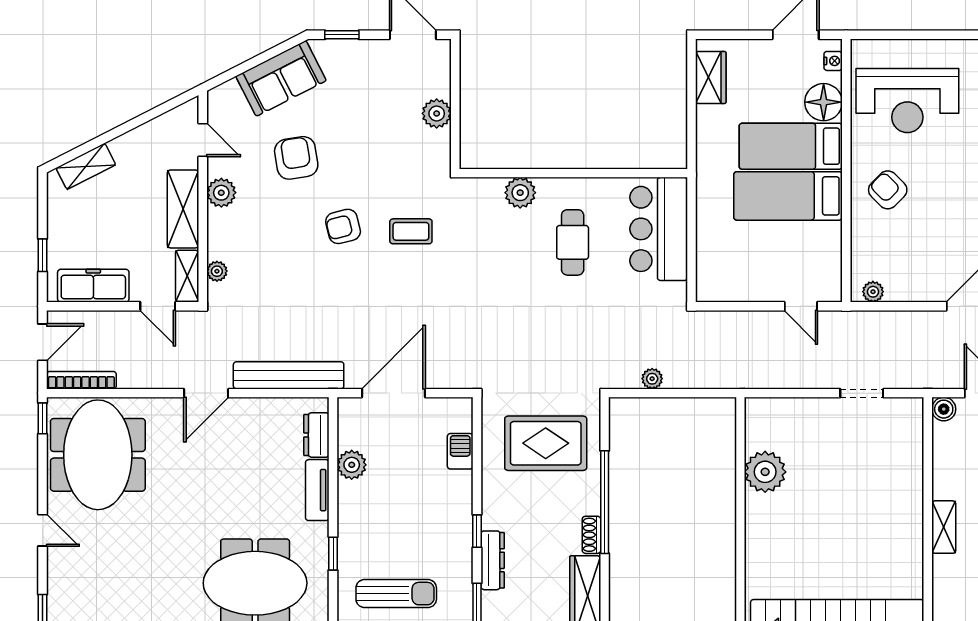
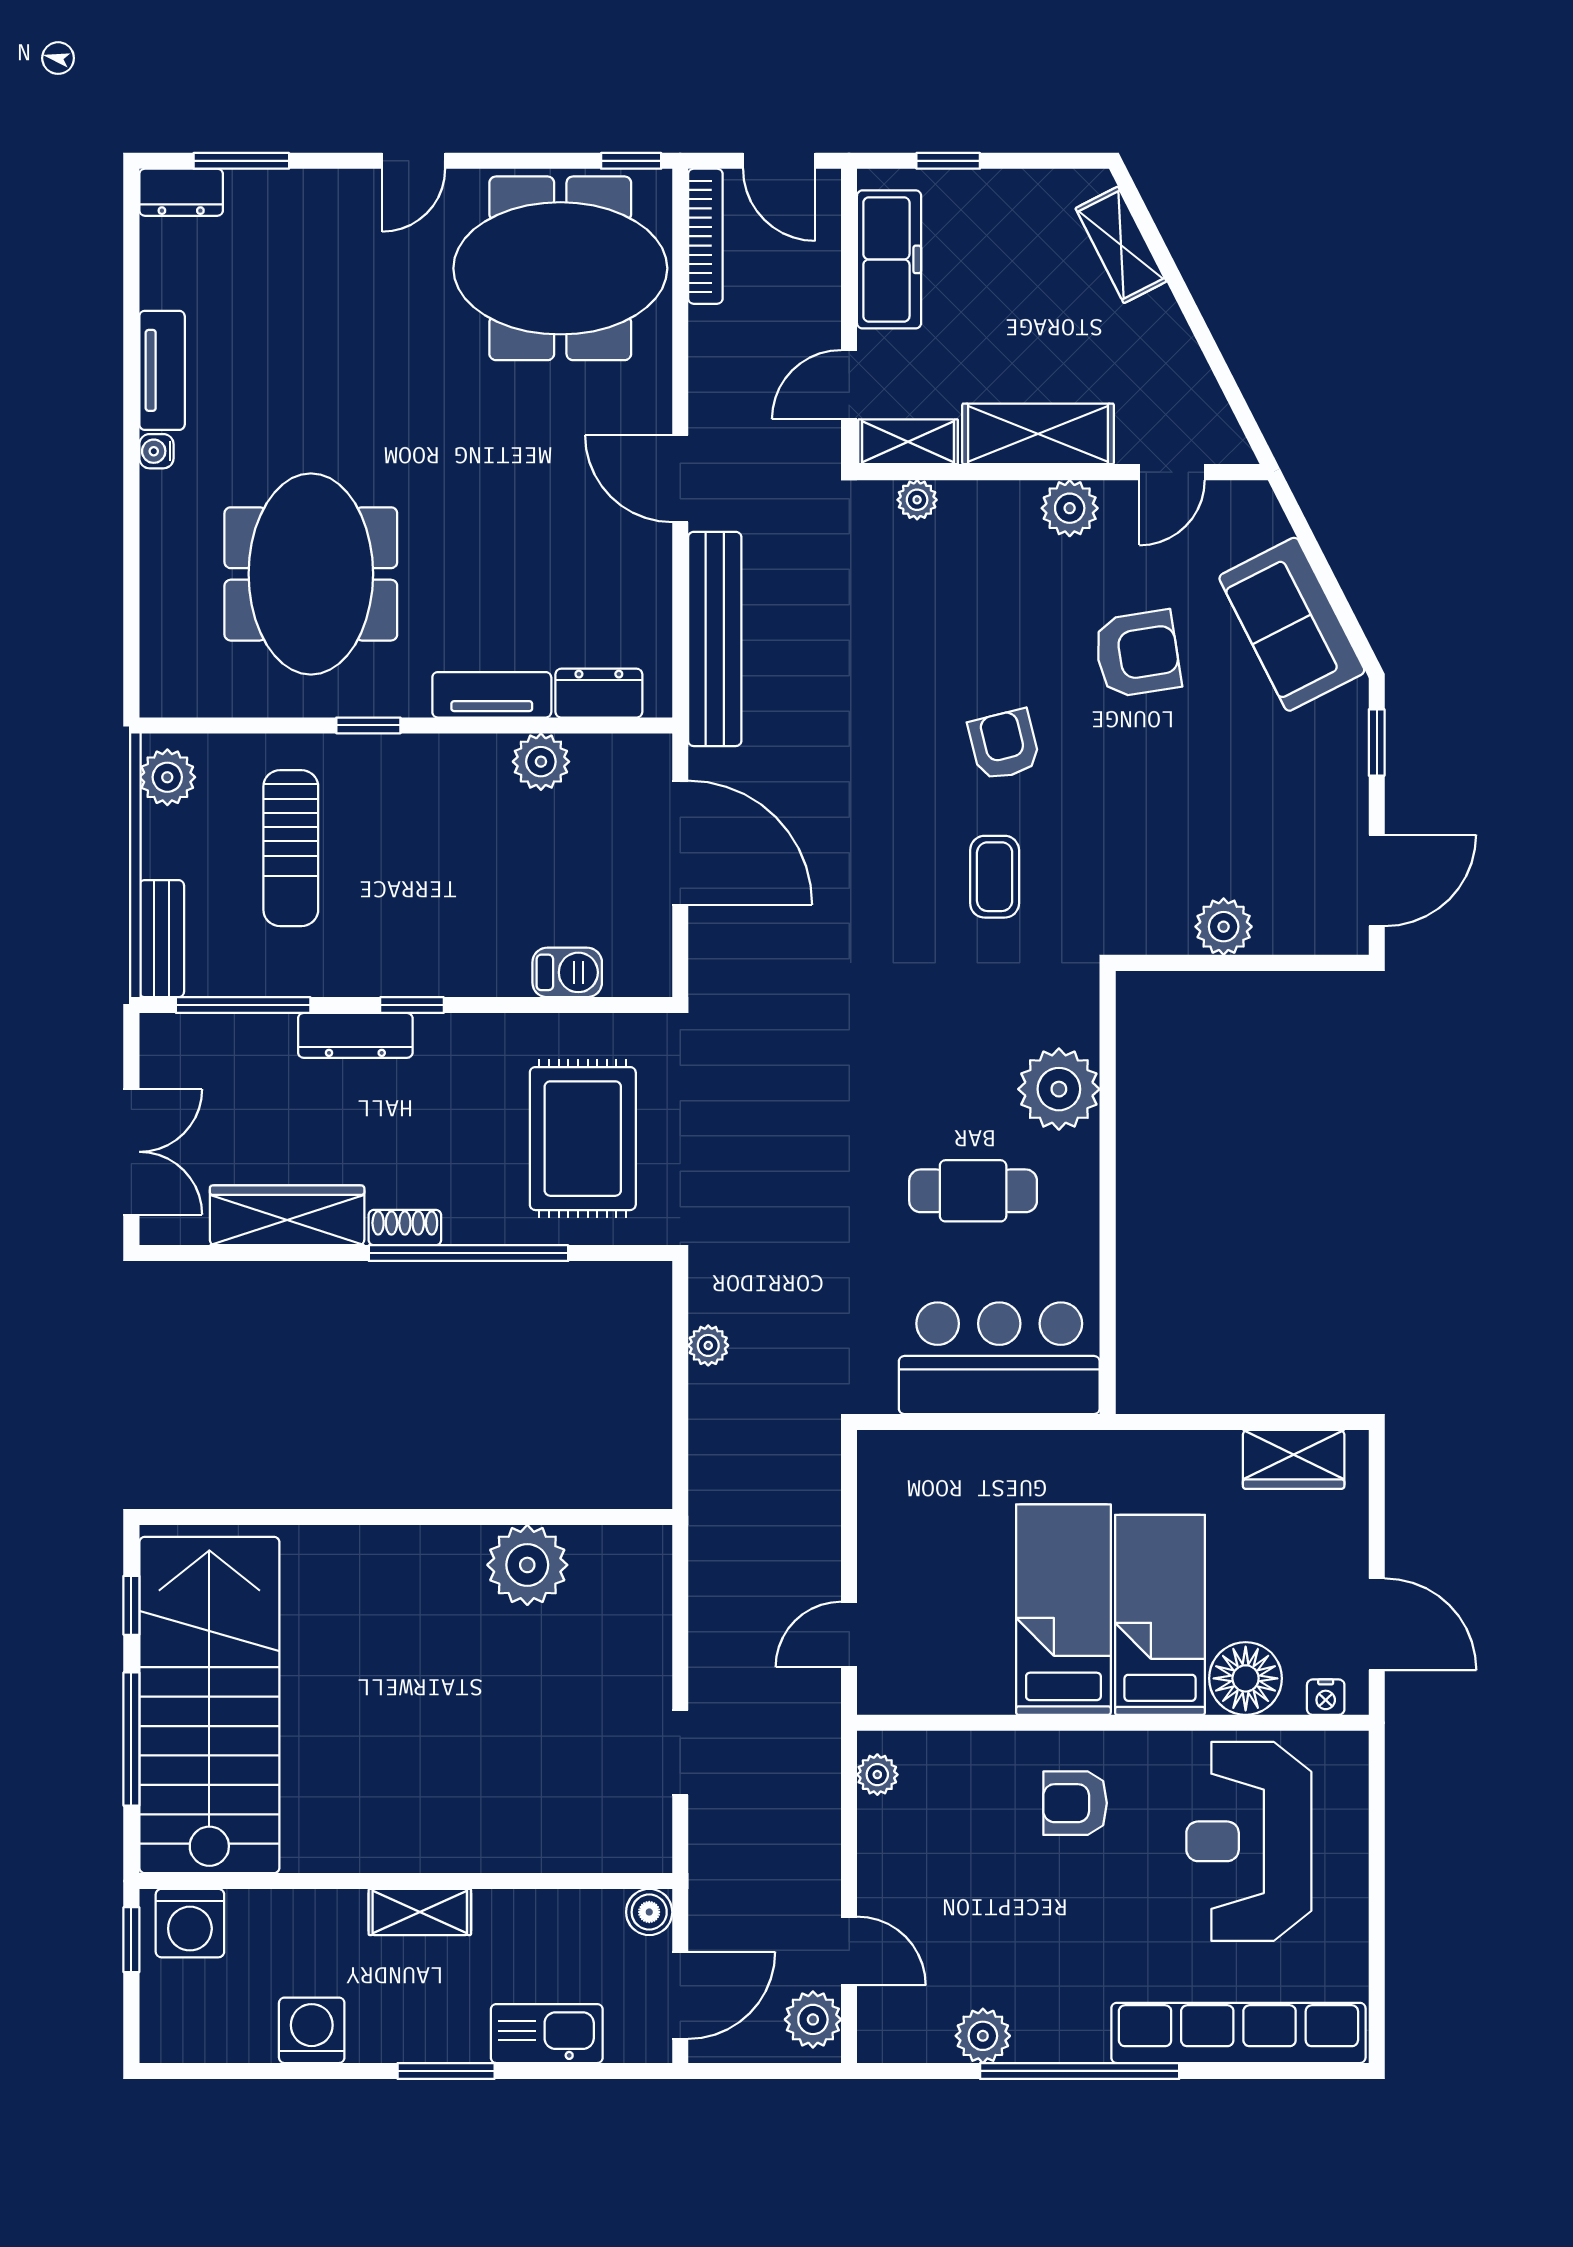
armchair: (888, 190) -> (1075, 1803), turned -135
plant: (520, 193) -> (1059, 1089), width x1.36, depth x1.36

